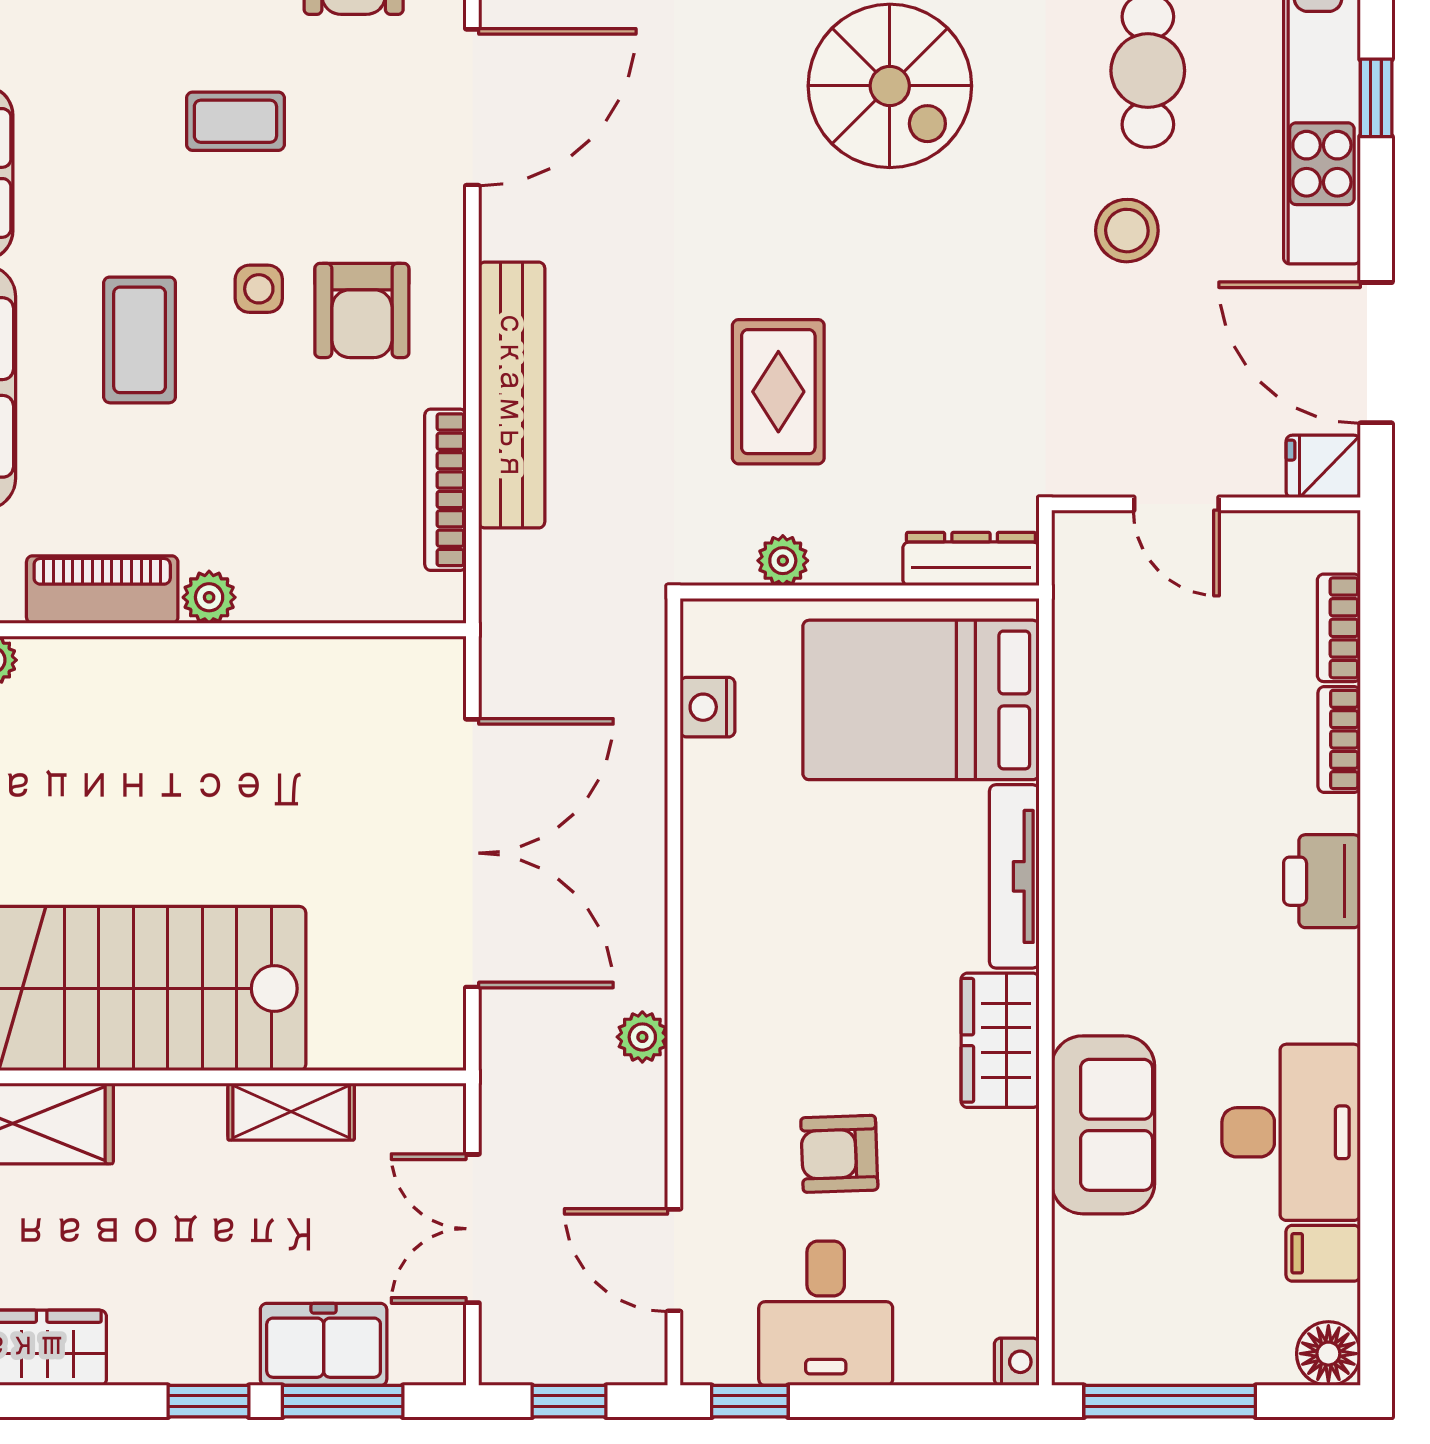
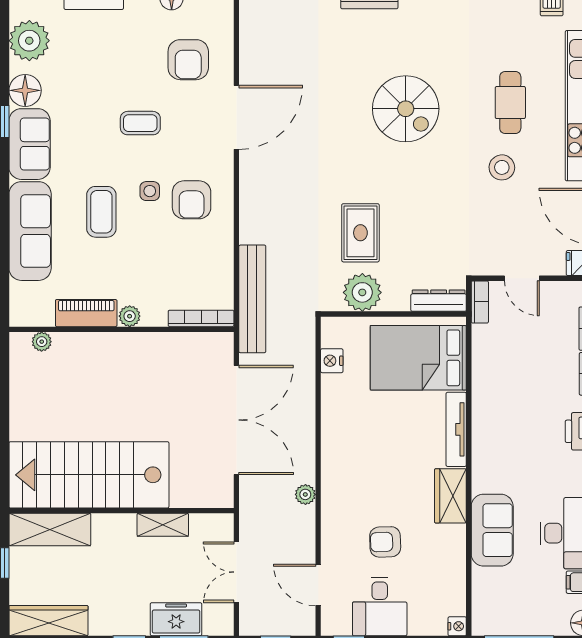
bench: (512, 395) -> (252, 299), moved
bookcase: (445, 490) -> (201, 318), moved, turned 90
plant: (783, 561) -> (362, 292), width x1.87, depth x1.87
bookcase: (1073, 562) -> (480, 302), added

